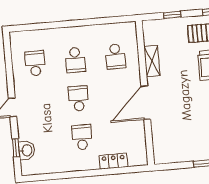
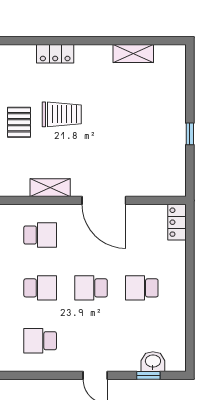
locker: (113, 161) -> (177, 222), moved

